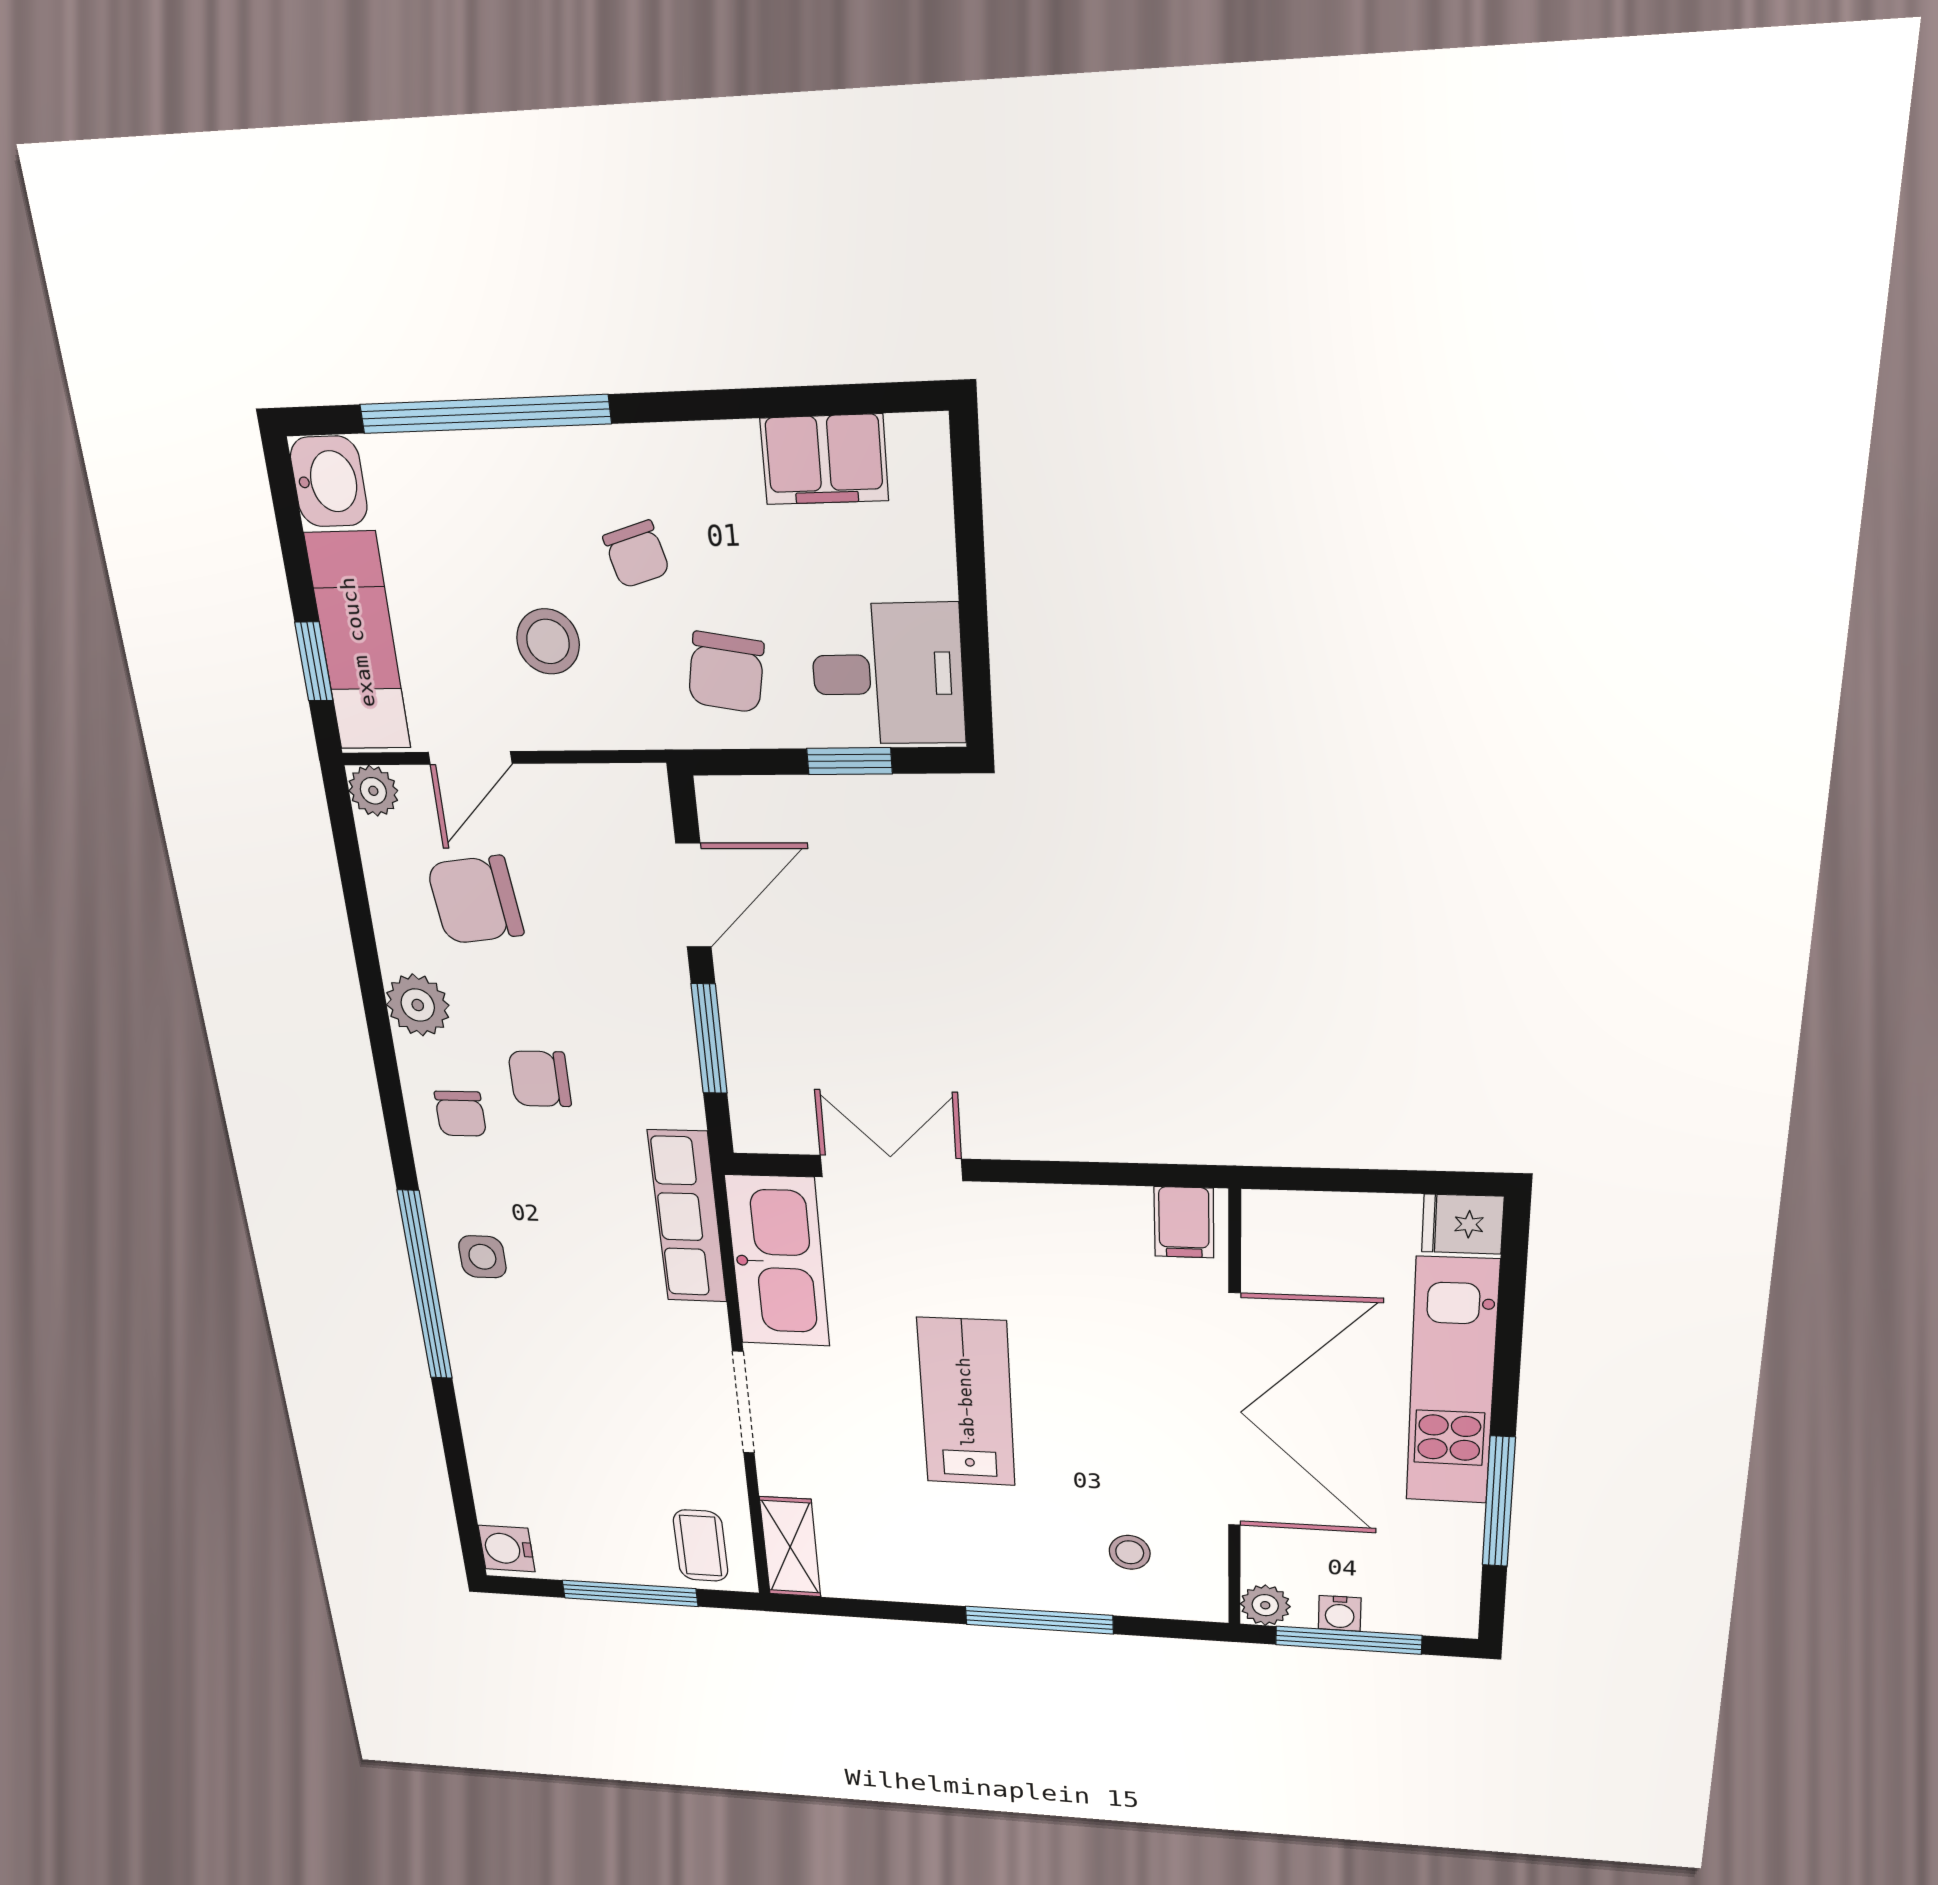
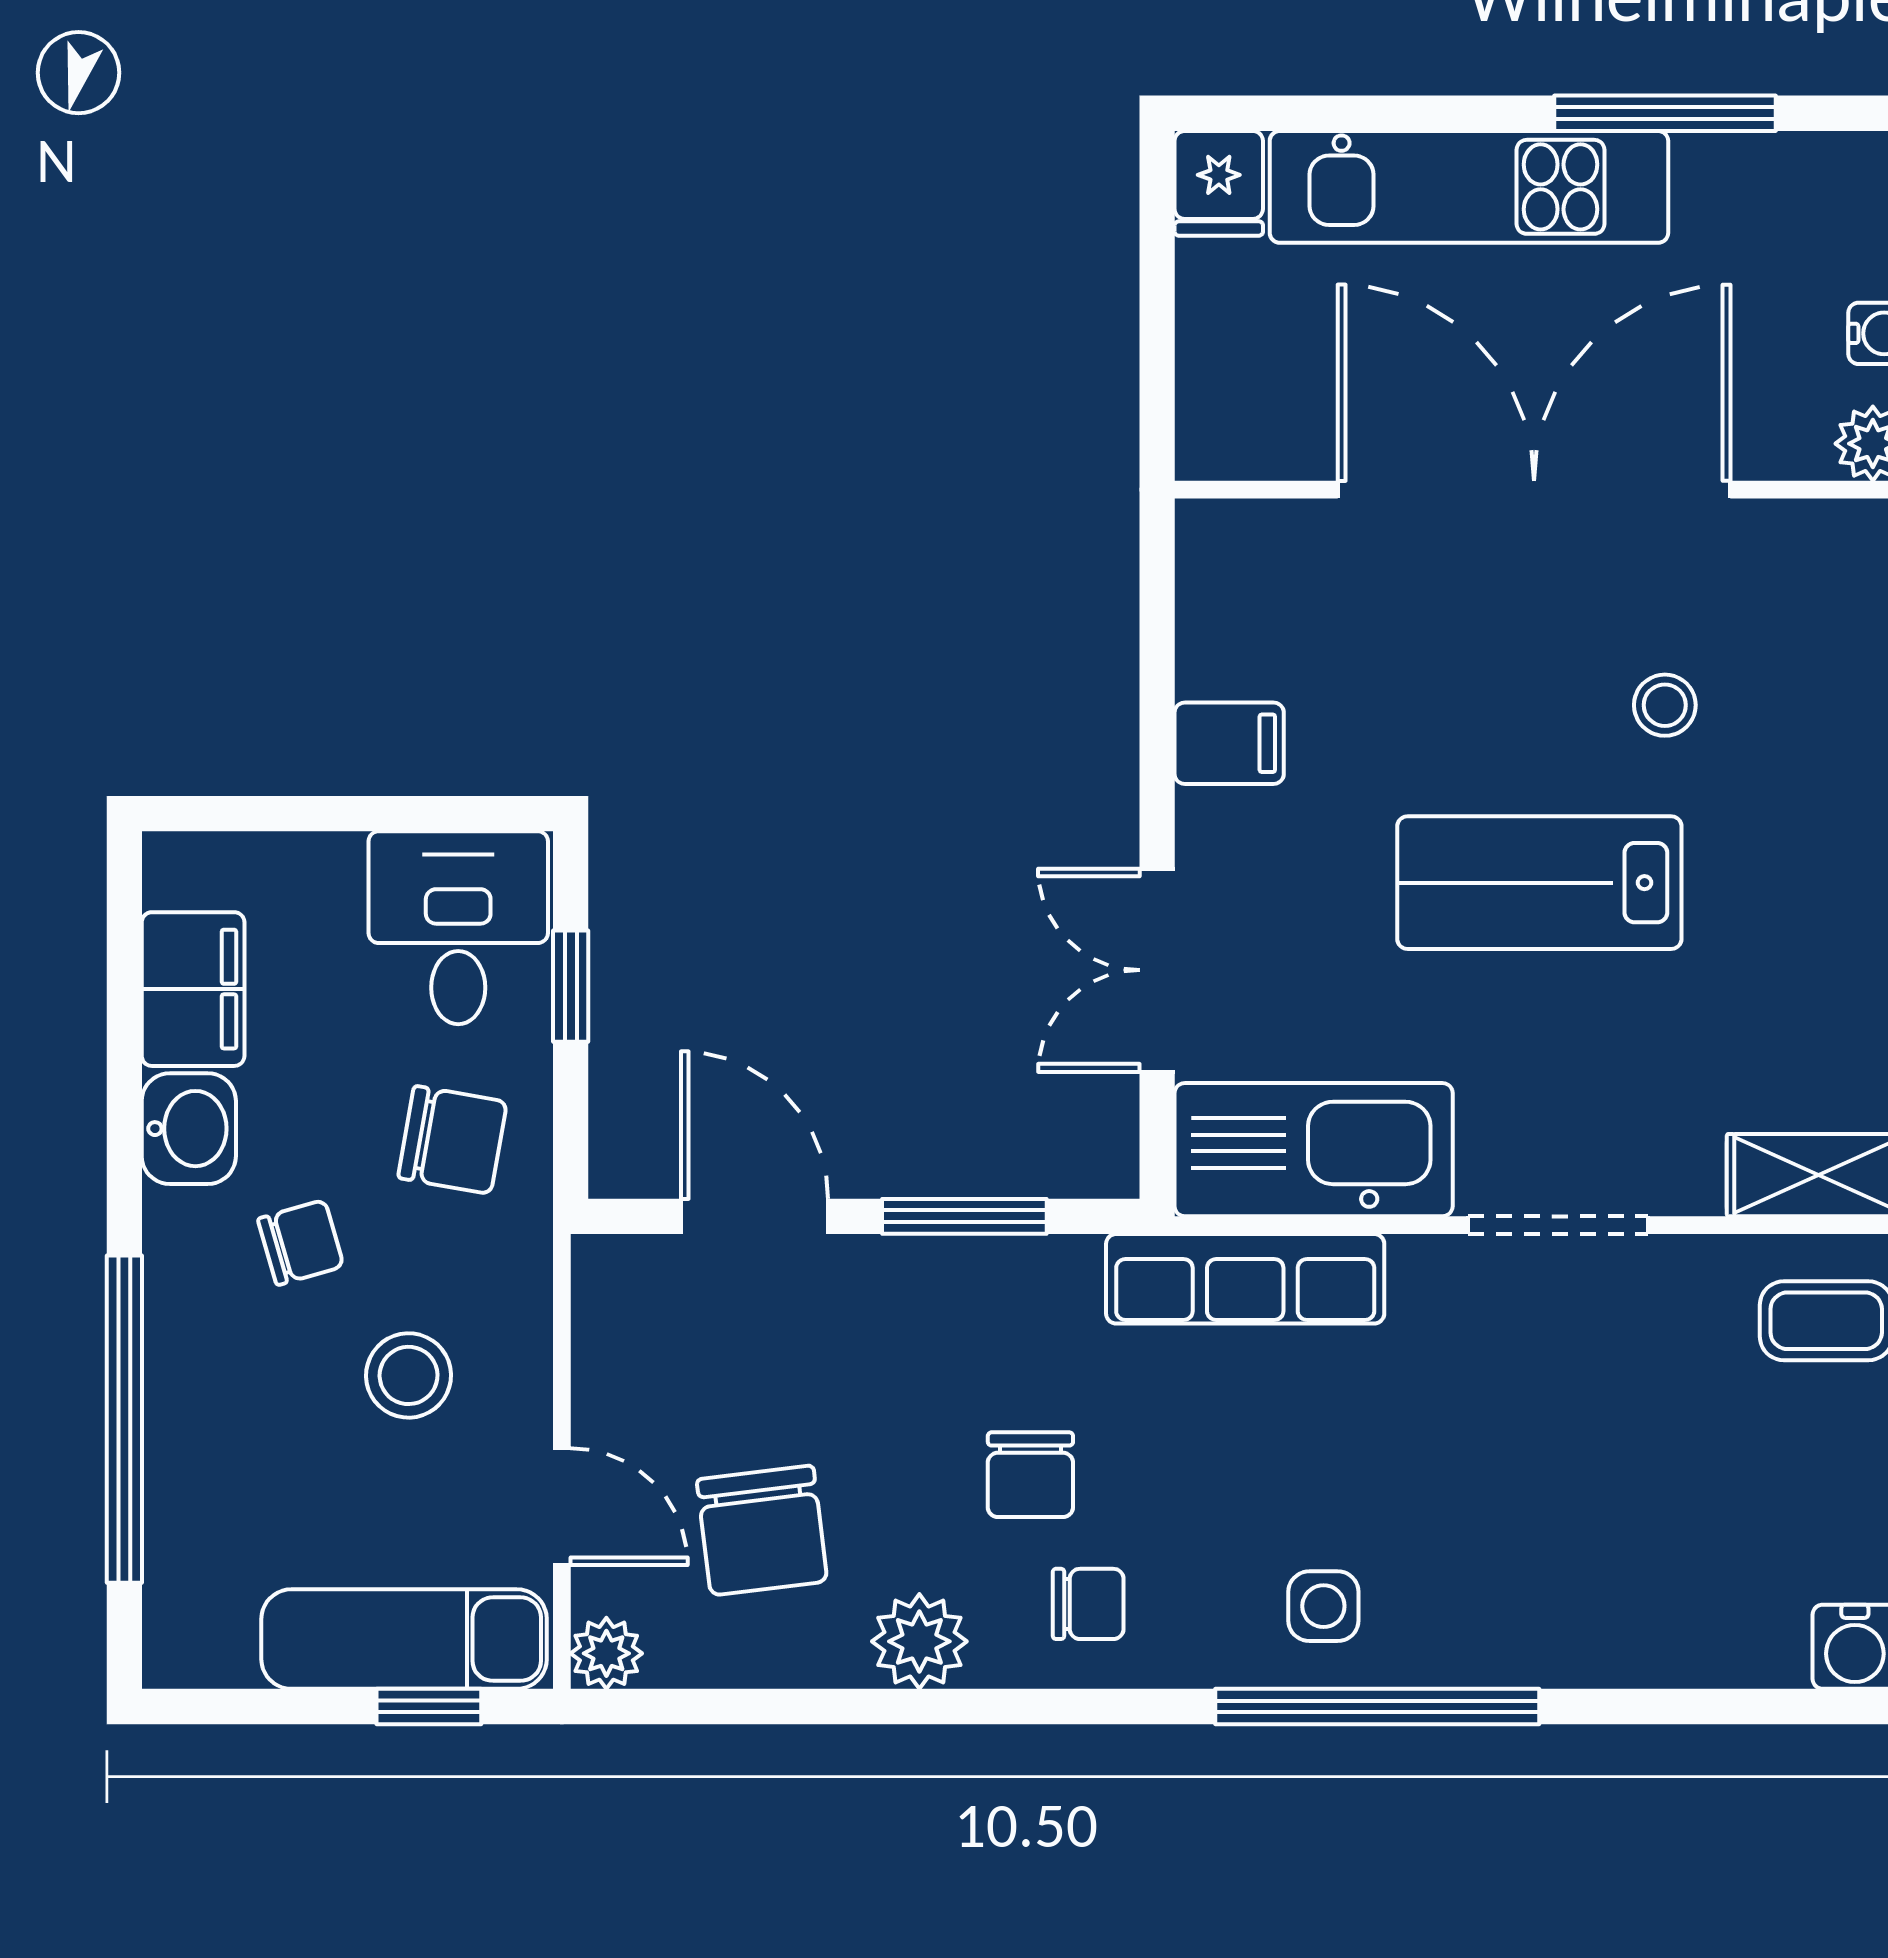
washbasin: (329, 481) -> (189, 1129), moved, turned 90
filing cabinet: (1184, 1222) -> (1229, 743), moved
stool: (1130, 1552) -> (1665, 705), moved

